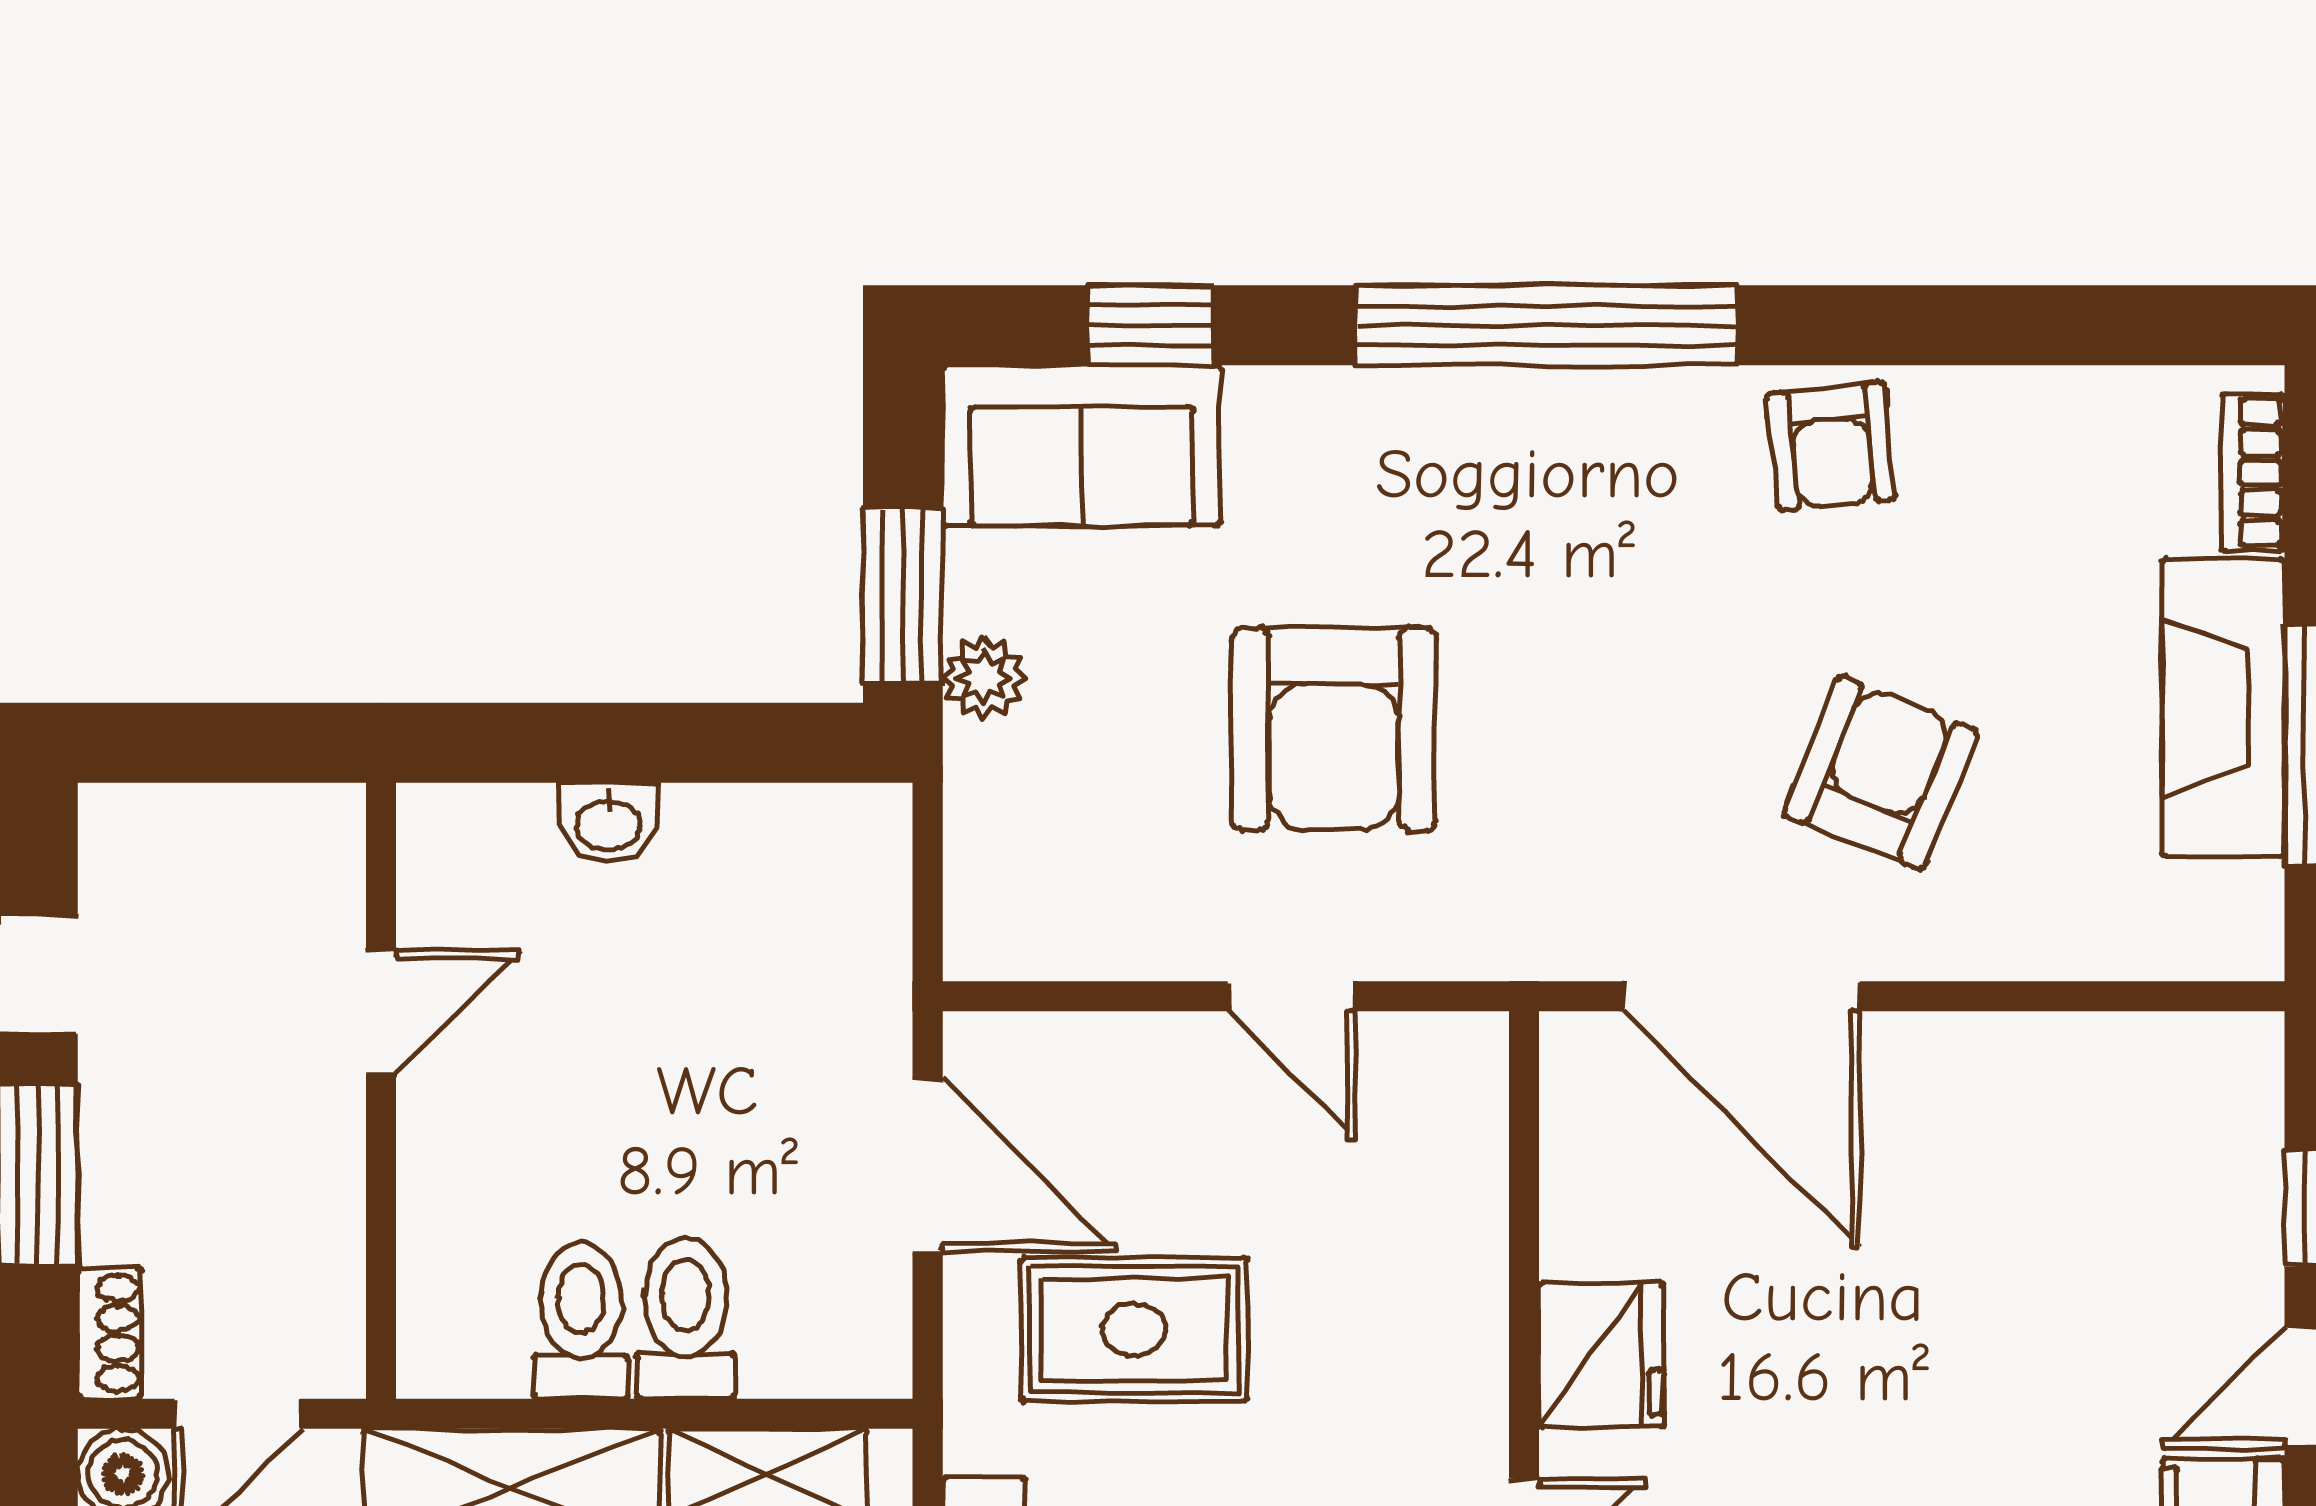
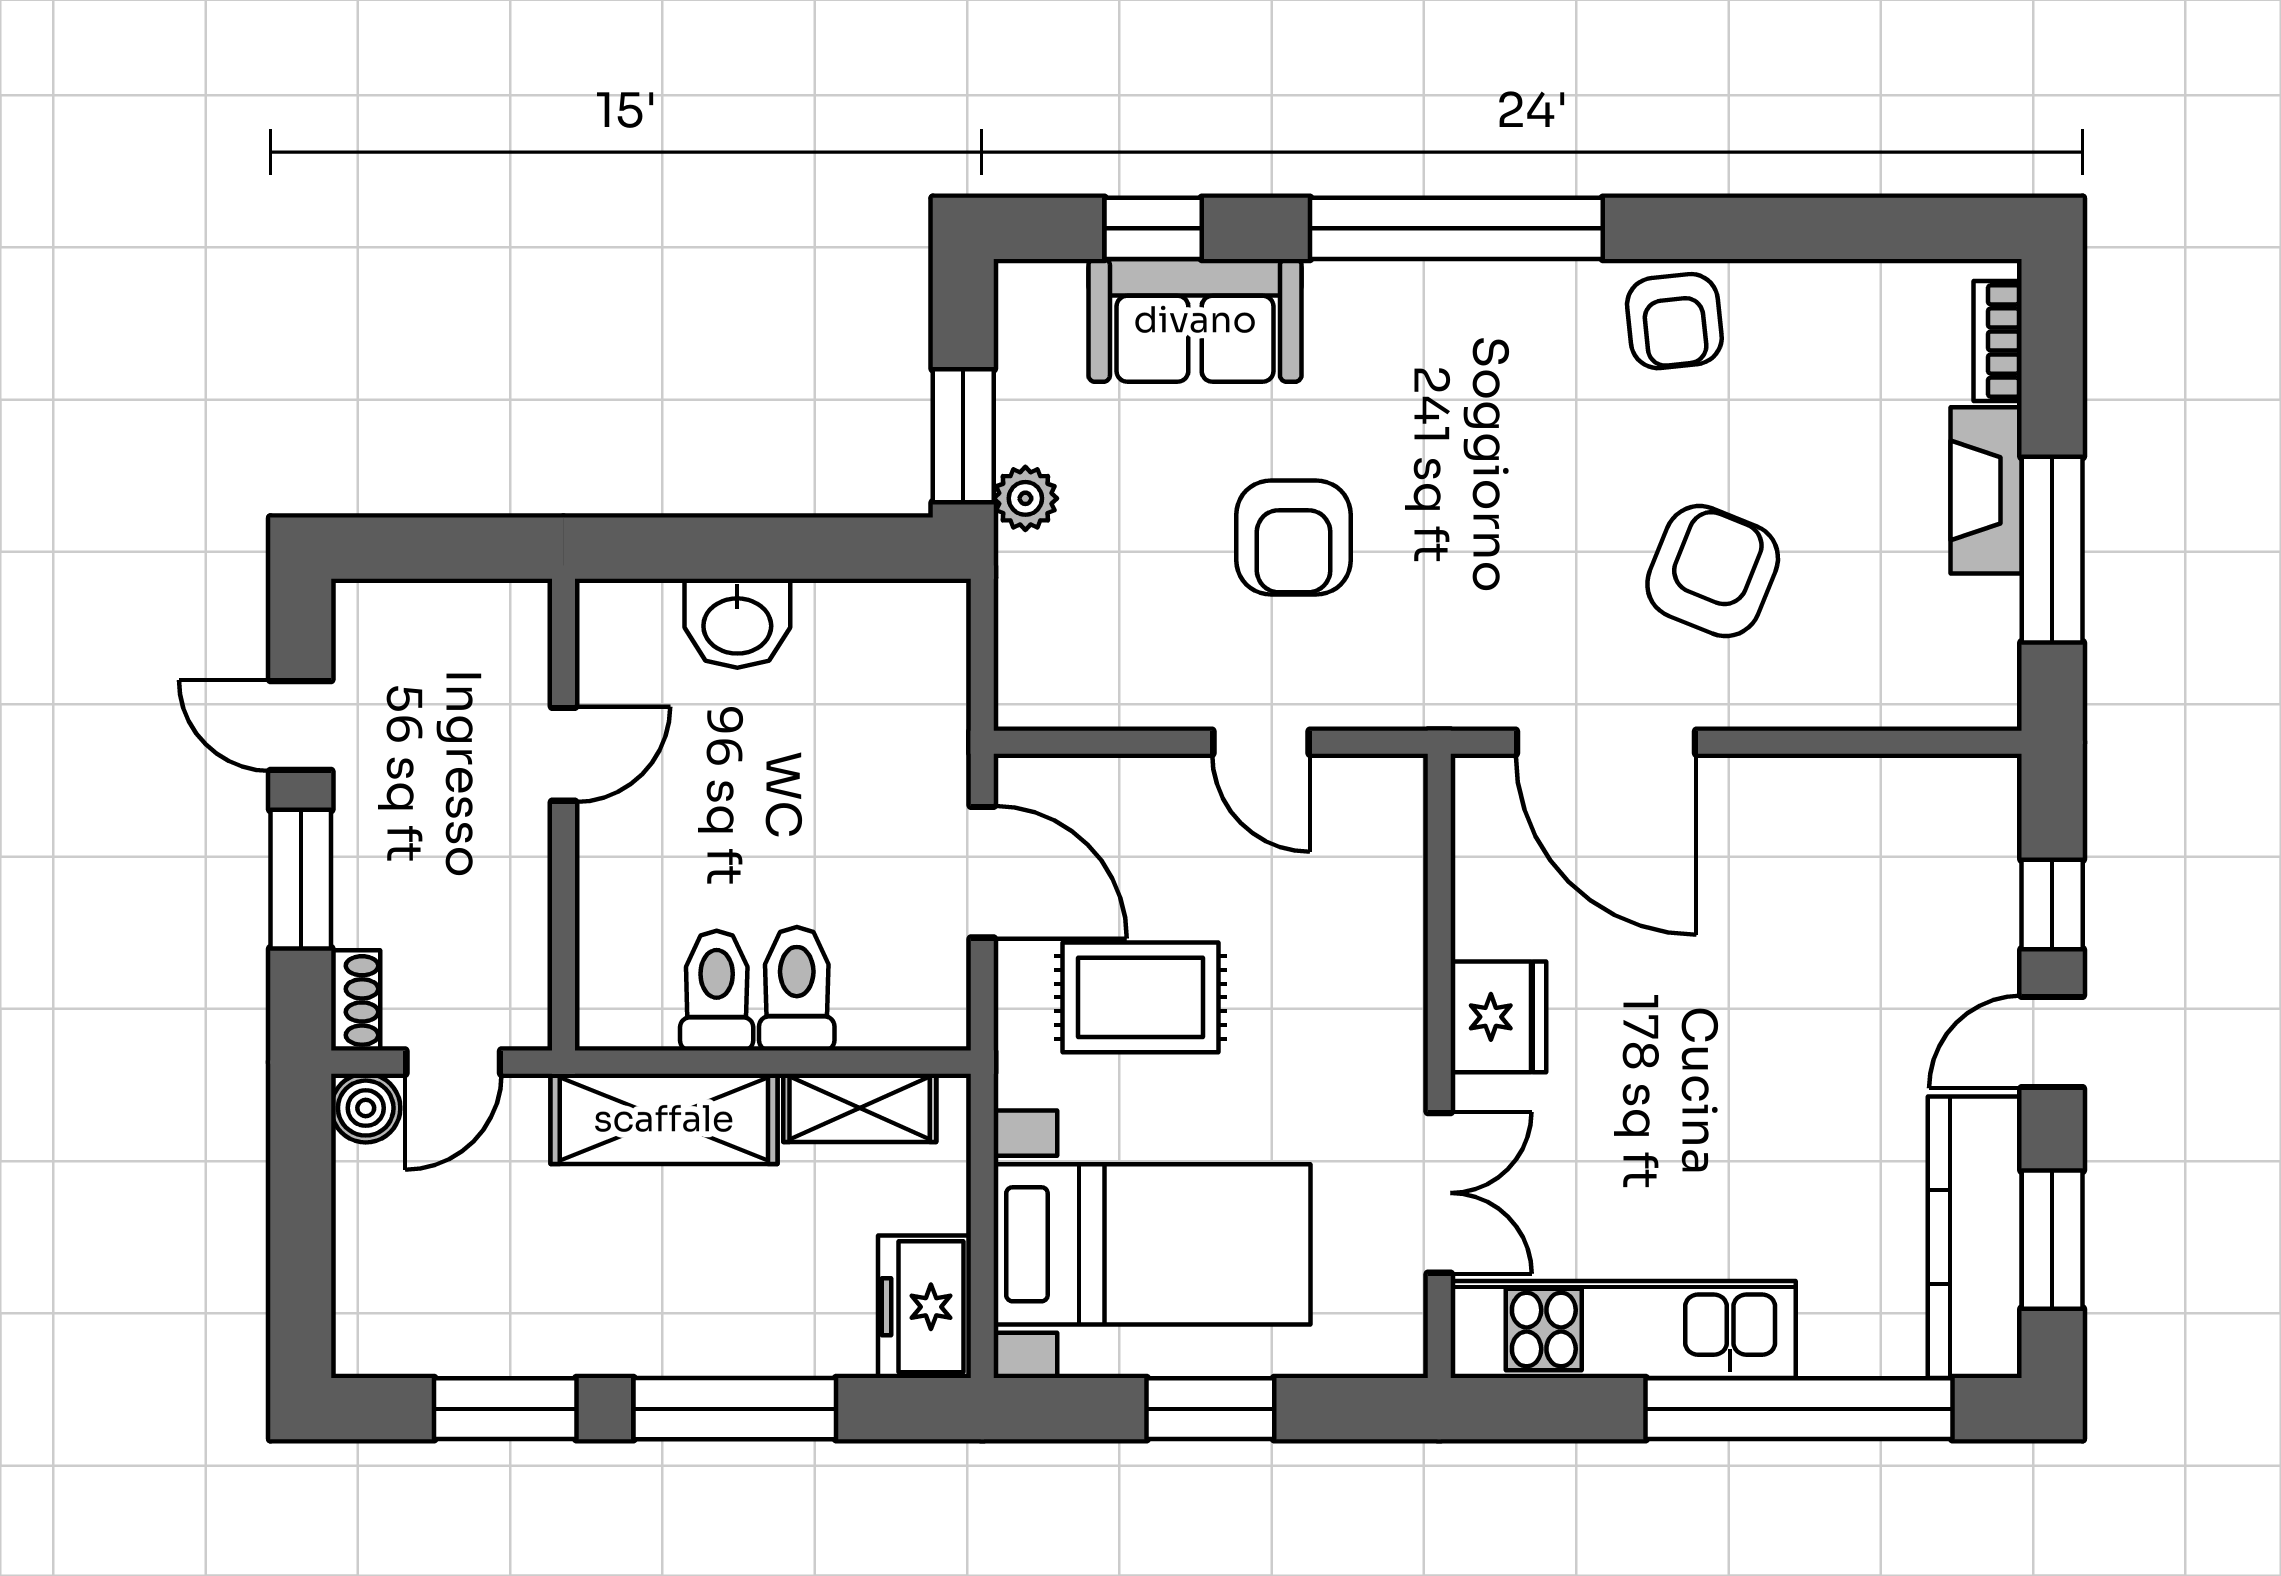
sofa: (1081, 445) -> (1195, 320), moved
fireplace: (2223, 708) -> (1986, 490), width x0.73, depth x0.76
armchair: (1334, 729) -> (1294, 537), width x0.73, depth x0.73
washbasin: (608, 823) -> (737, 623), width x1.38, depth x1.45

